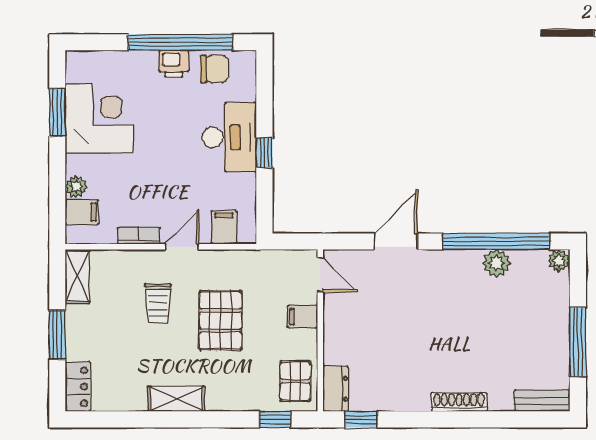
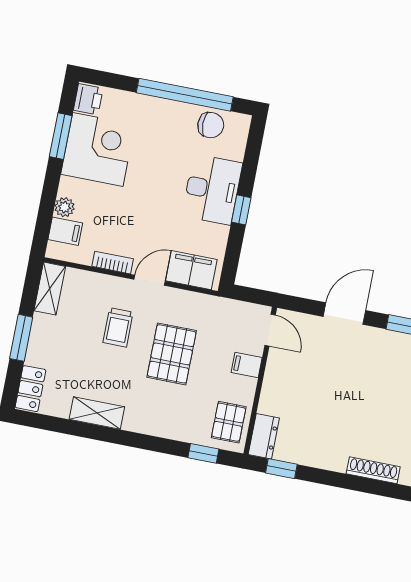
printer: (174, 64) -> (88, 99), moved, turned -90
filing cabinet: (224, 227) -> (191, 270), width x2.00
shelving: (177, 399) -> (97, 413), moved

